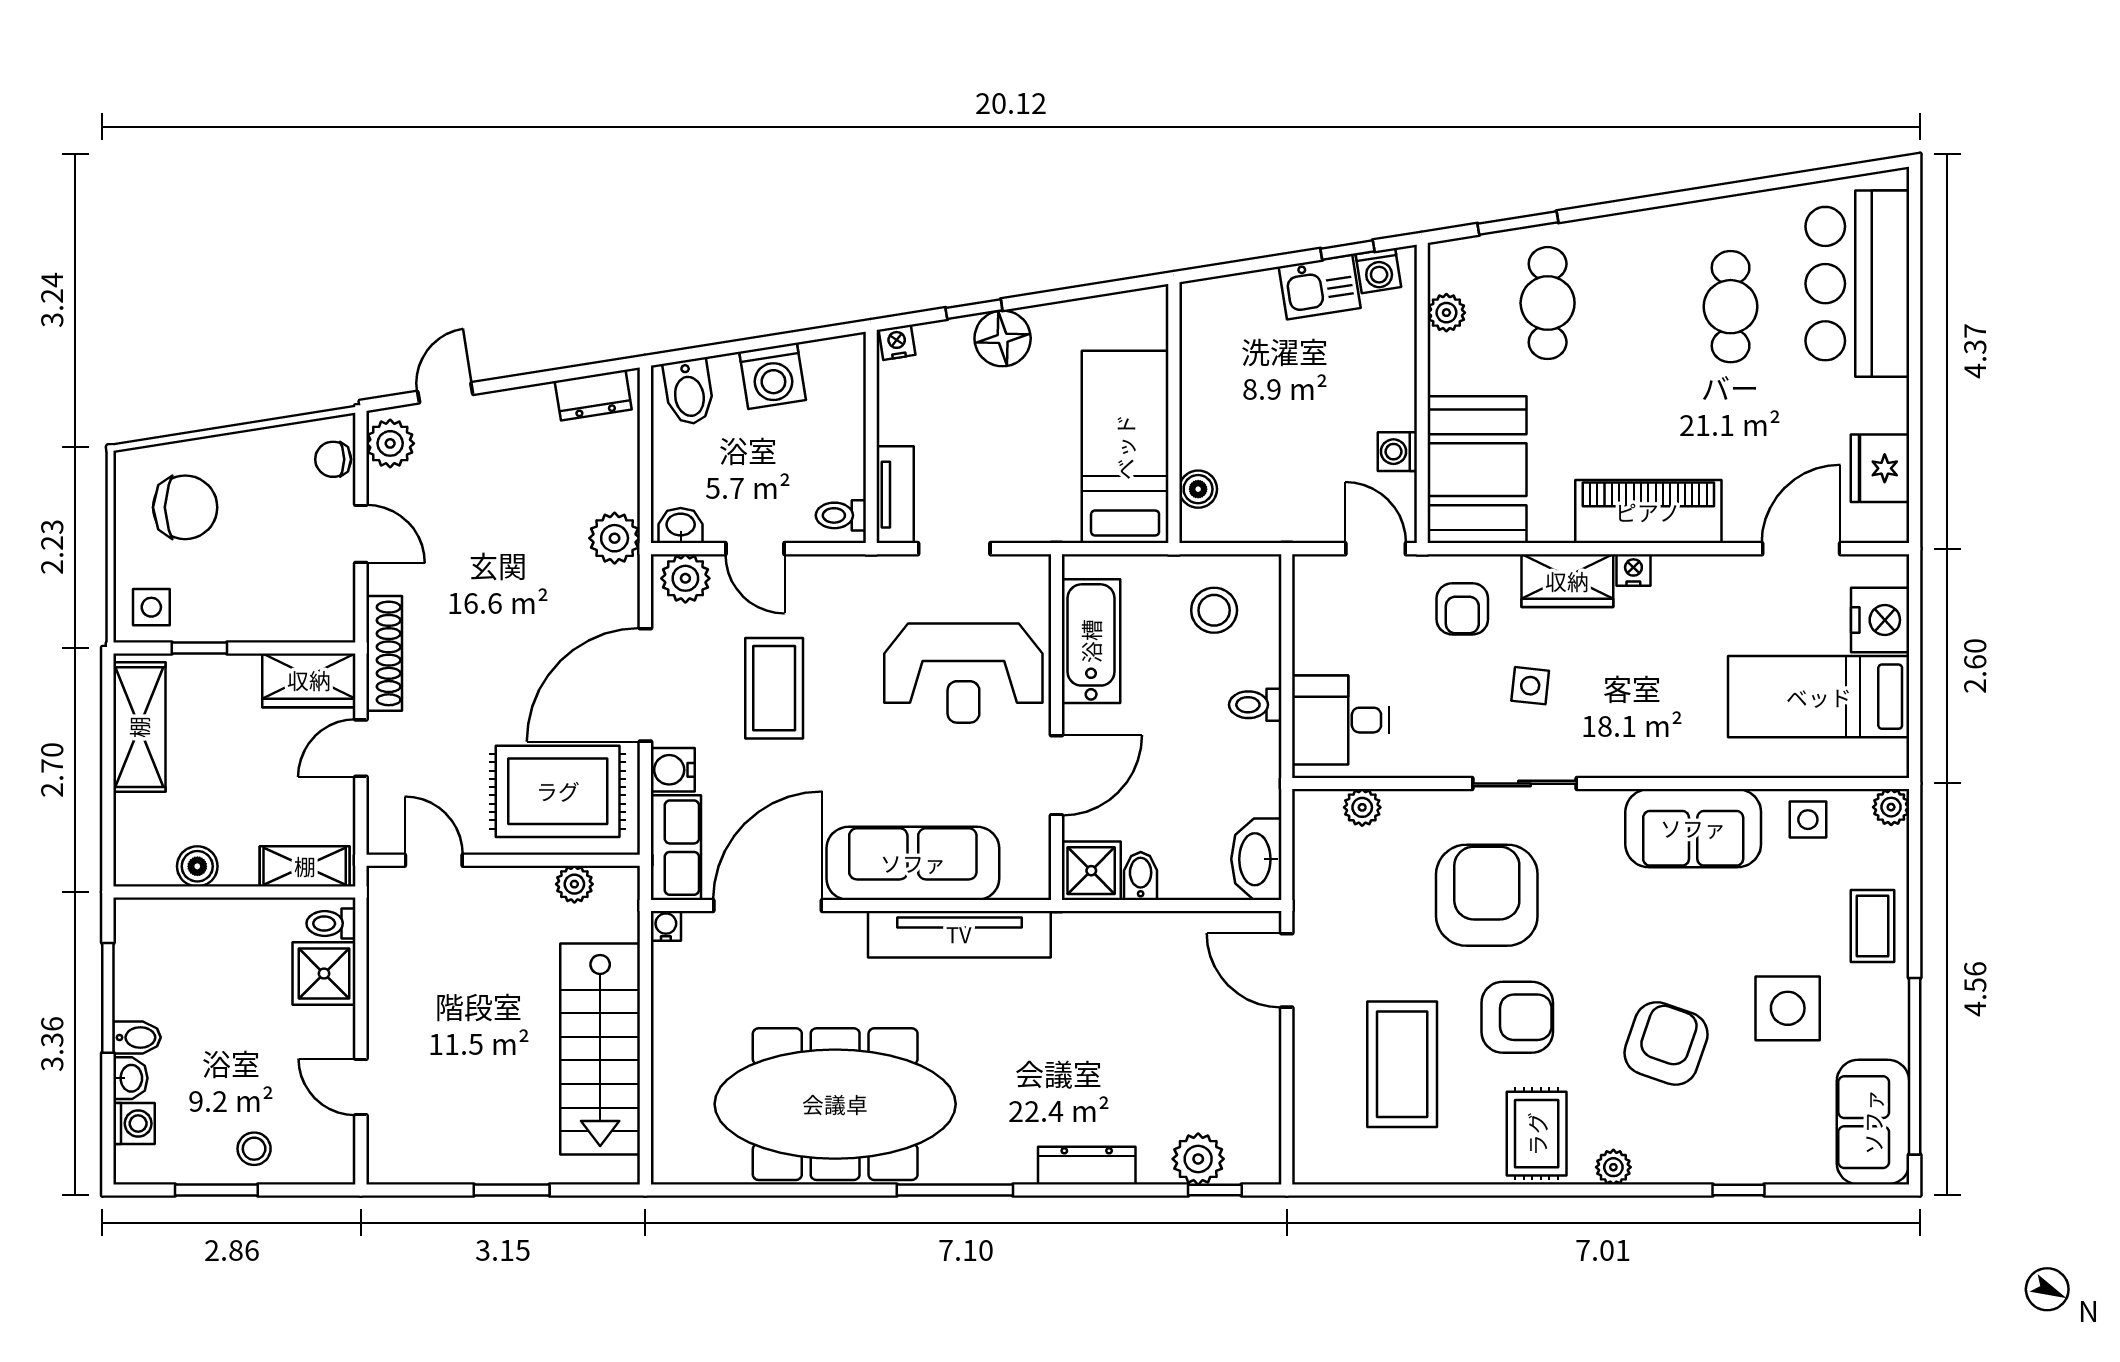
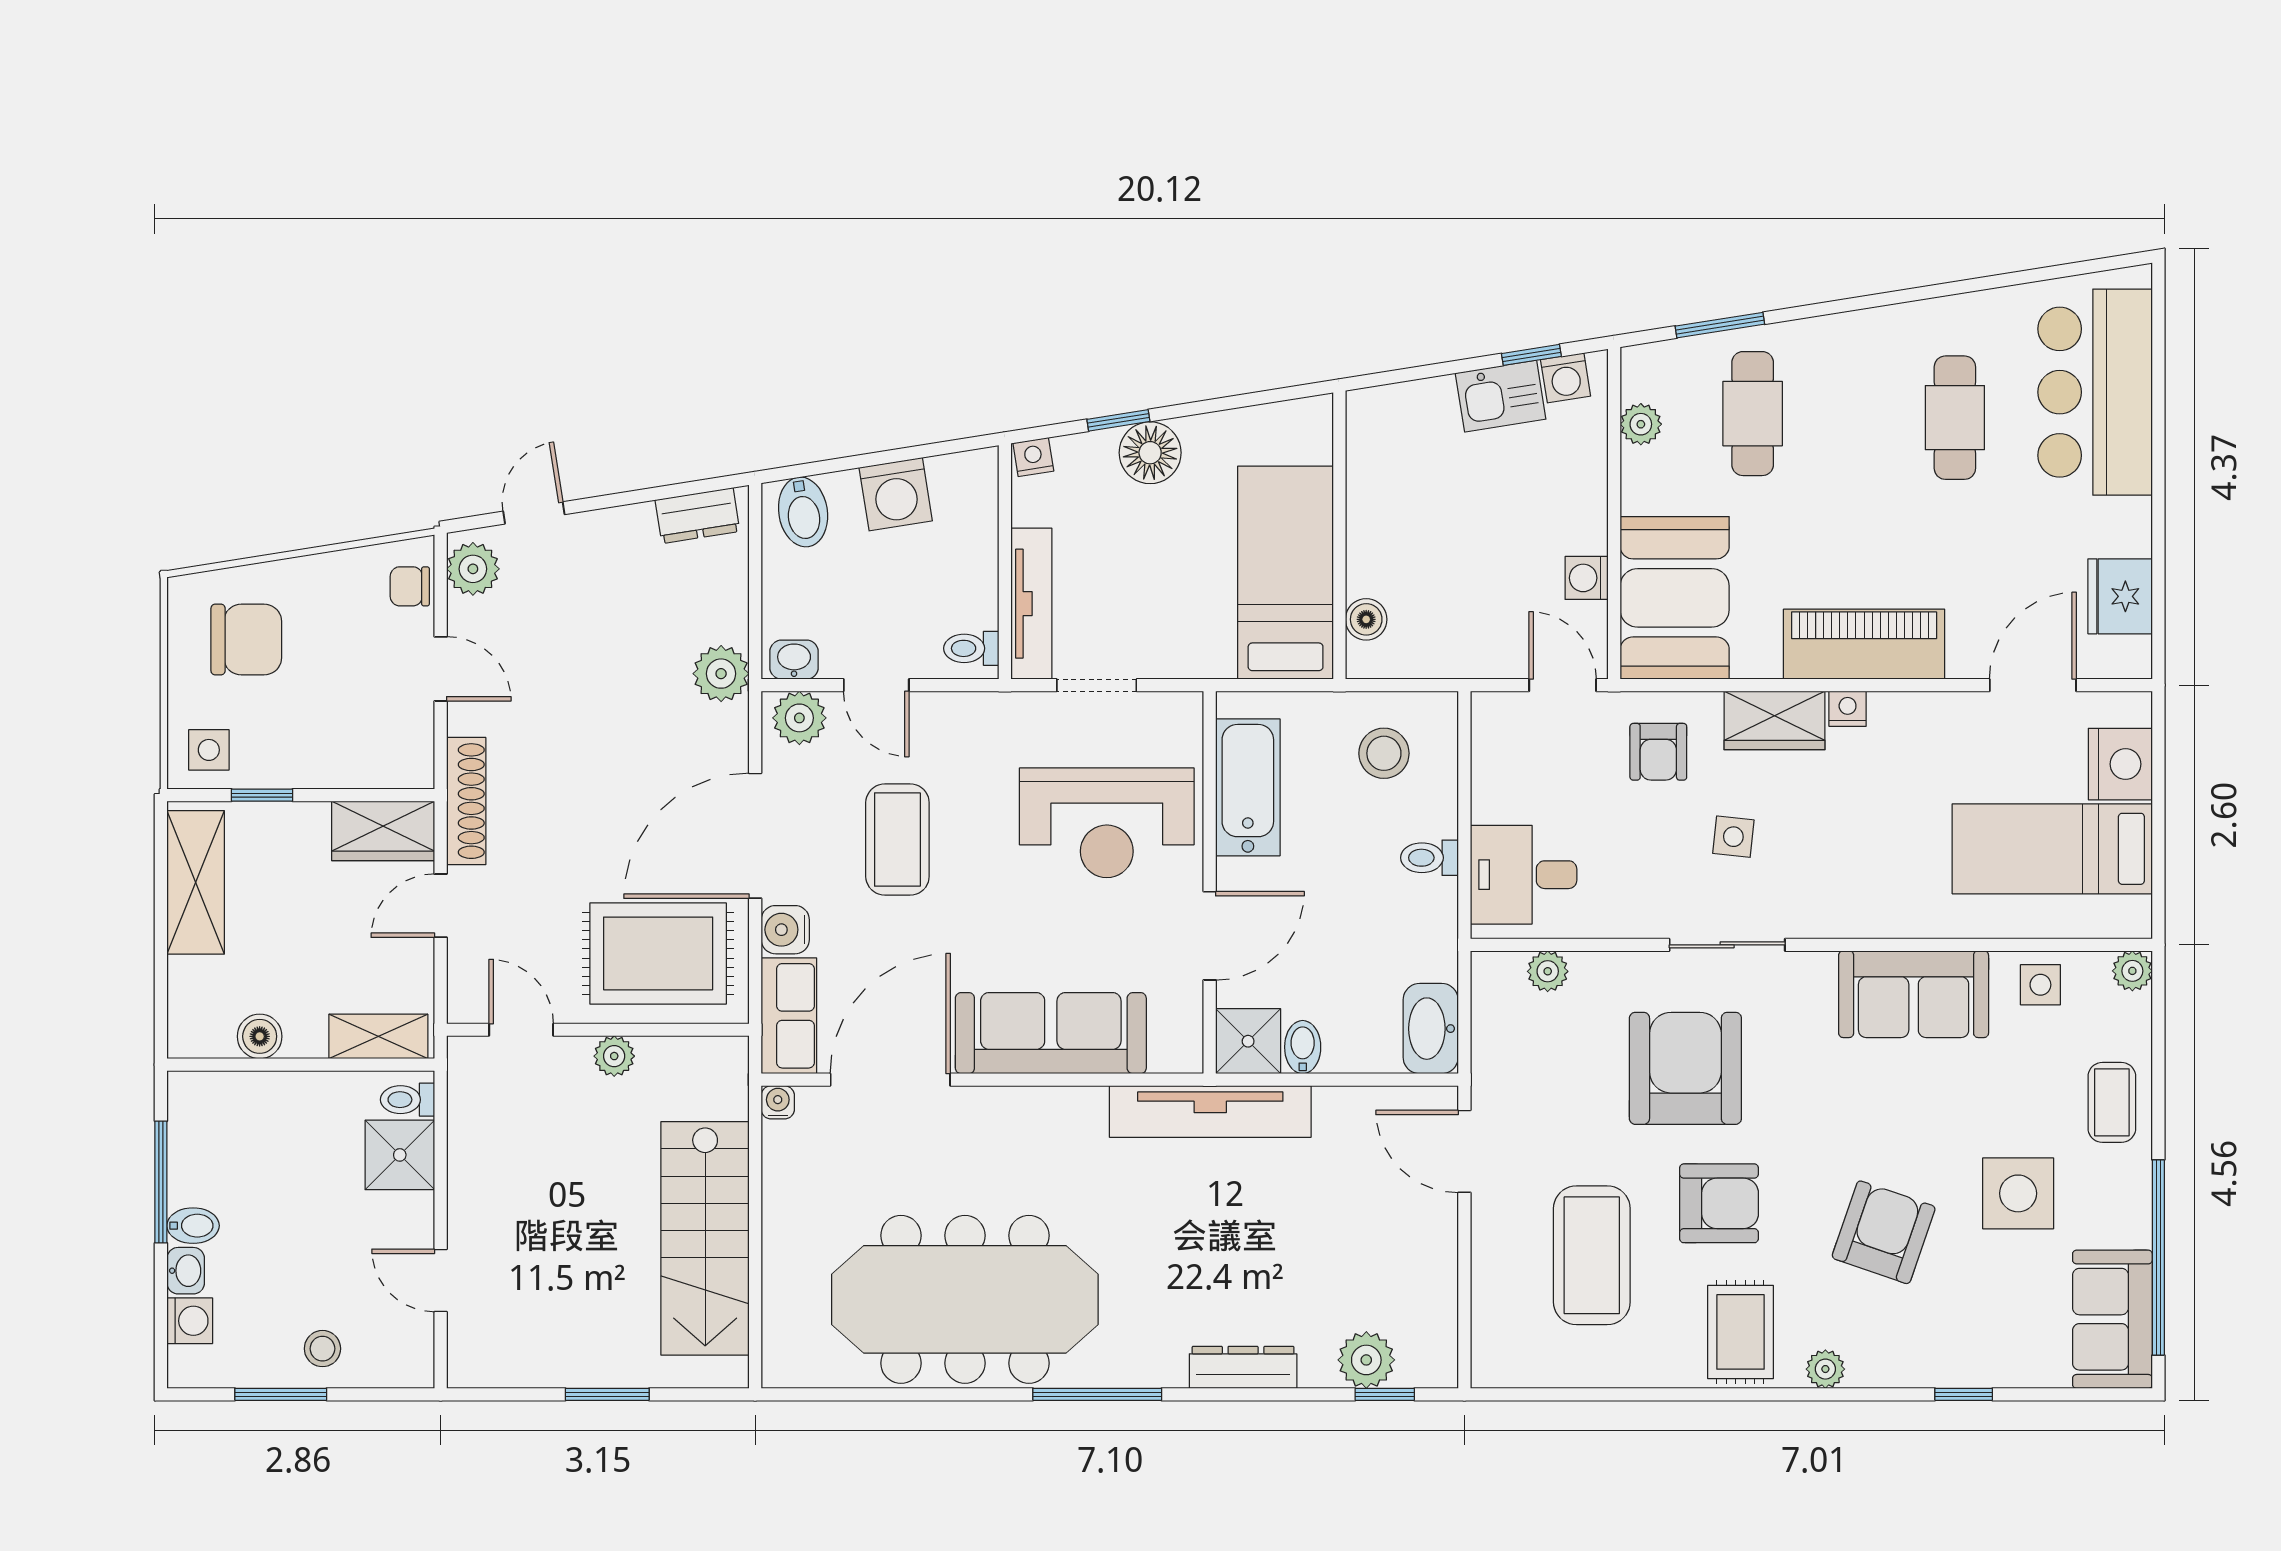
tv unit: (895, 495) -> (1031, 604), width x1.41
plant: (574, 884) -> (614, 1056), moved
tv unit: (959, 934) -> (1210, 1112), moved

